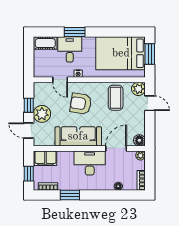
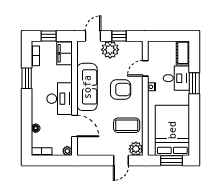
armchair: (81, 104) -> (121, 89), turned 81
floor lamp: (139, 140) -> (83, 150), removed

